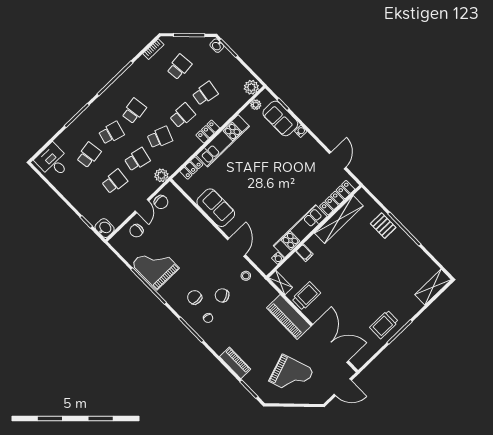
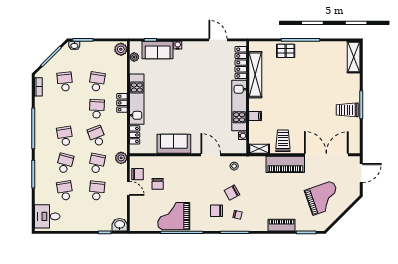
school desk: (160, 138) -> (97, 136), turned -42
chair: (136, 231) -> (158, 184), moved
trolley: (384, 325) -> (347, 110), turned 90

